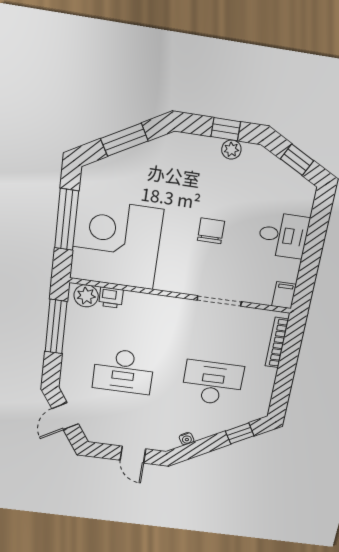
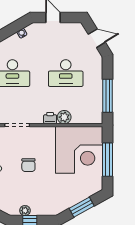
plant: (86, 296) -> (64, 117), moved
printer: (111, 298) -> (50, 118), moved
desk: (123, 371) -> (66, 73), turned 180
door: (65, 416) -> (97, 38), hinge flipped

